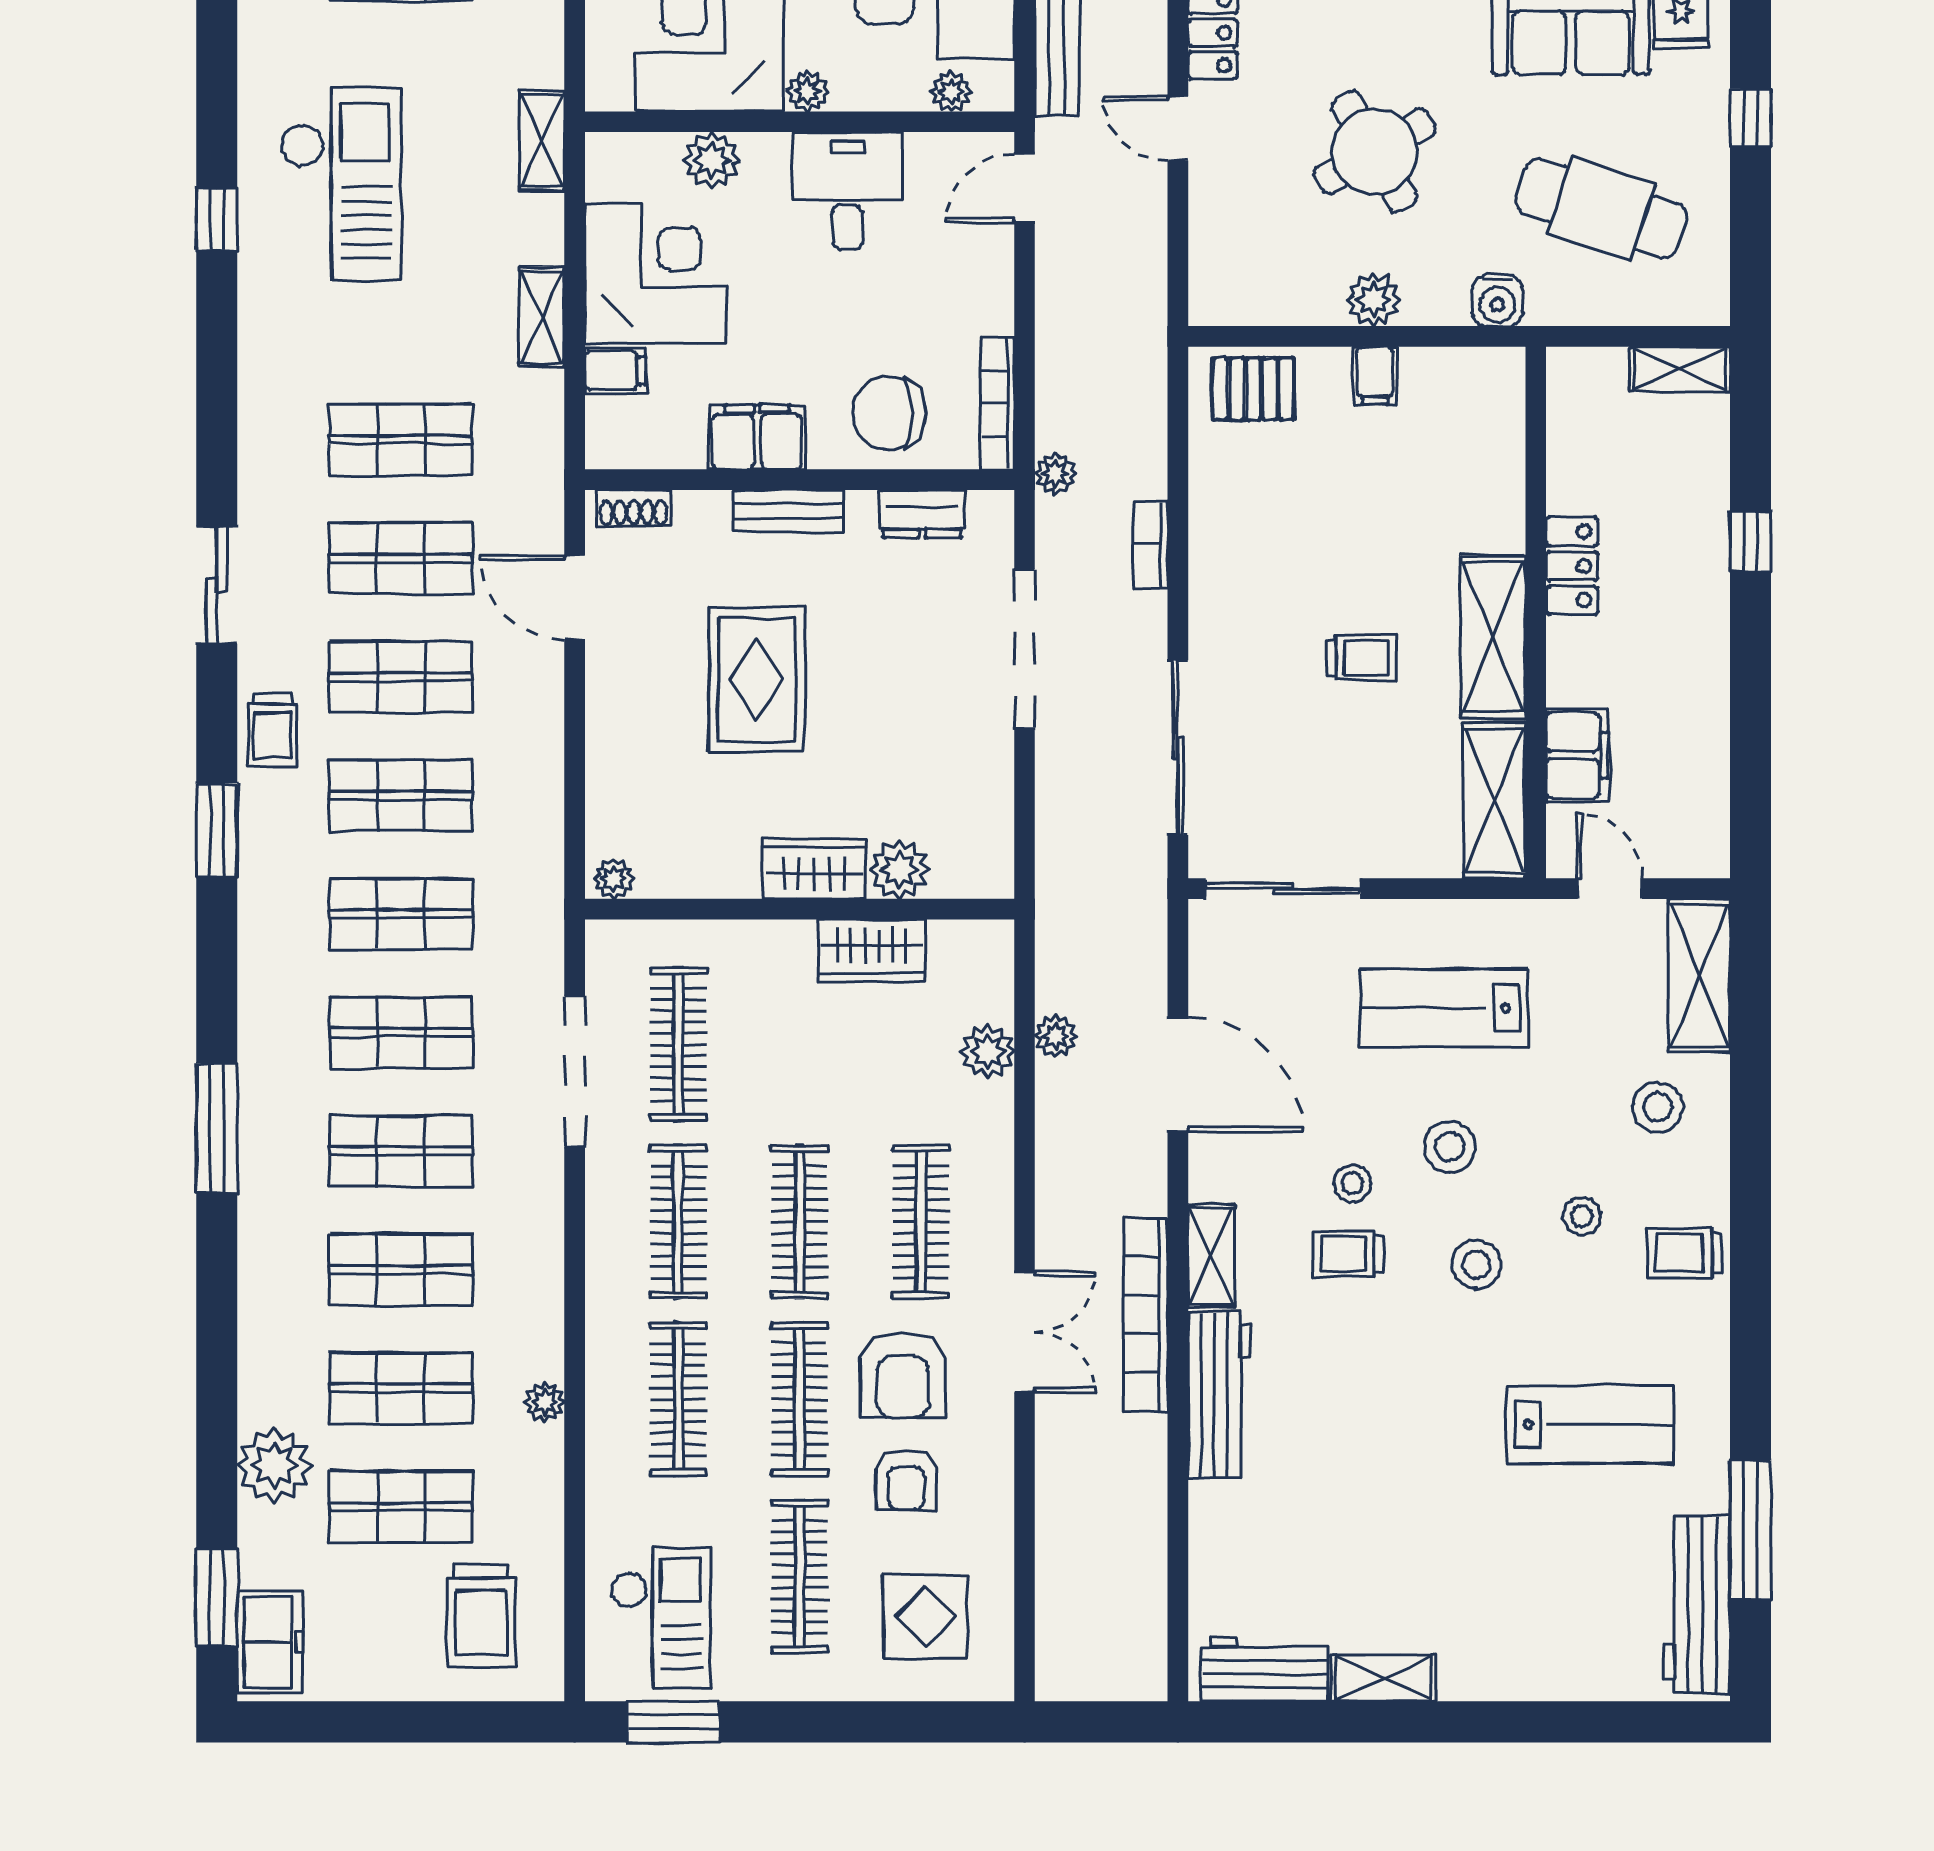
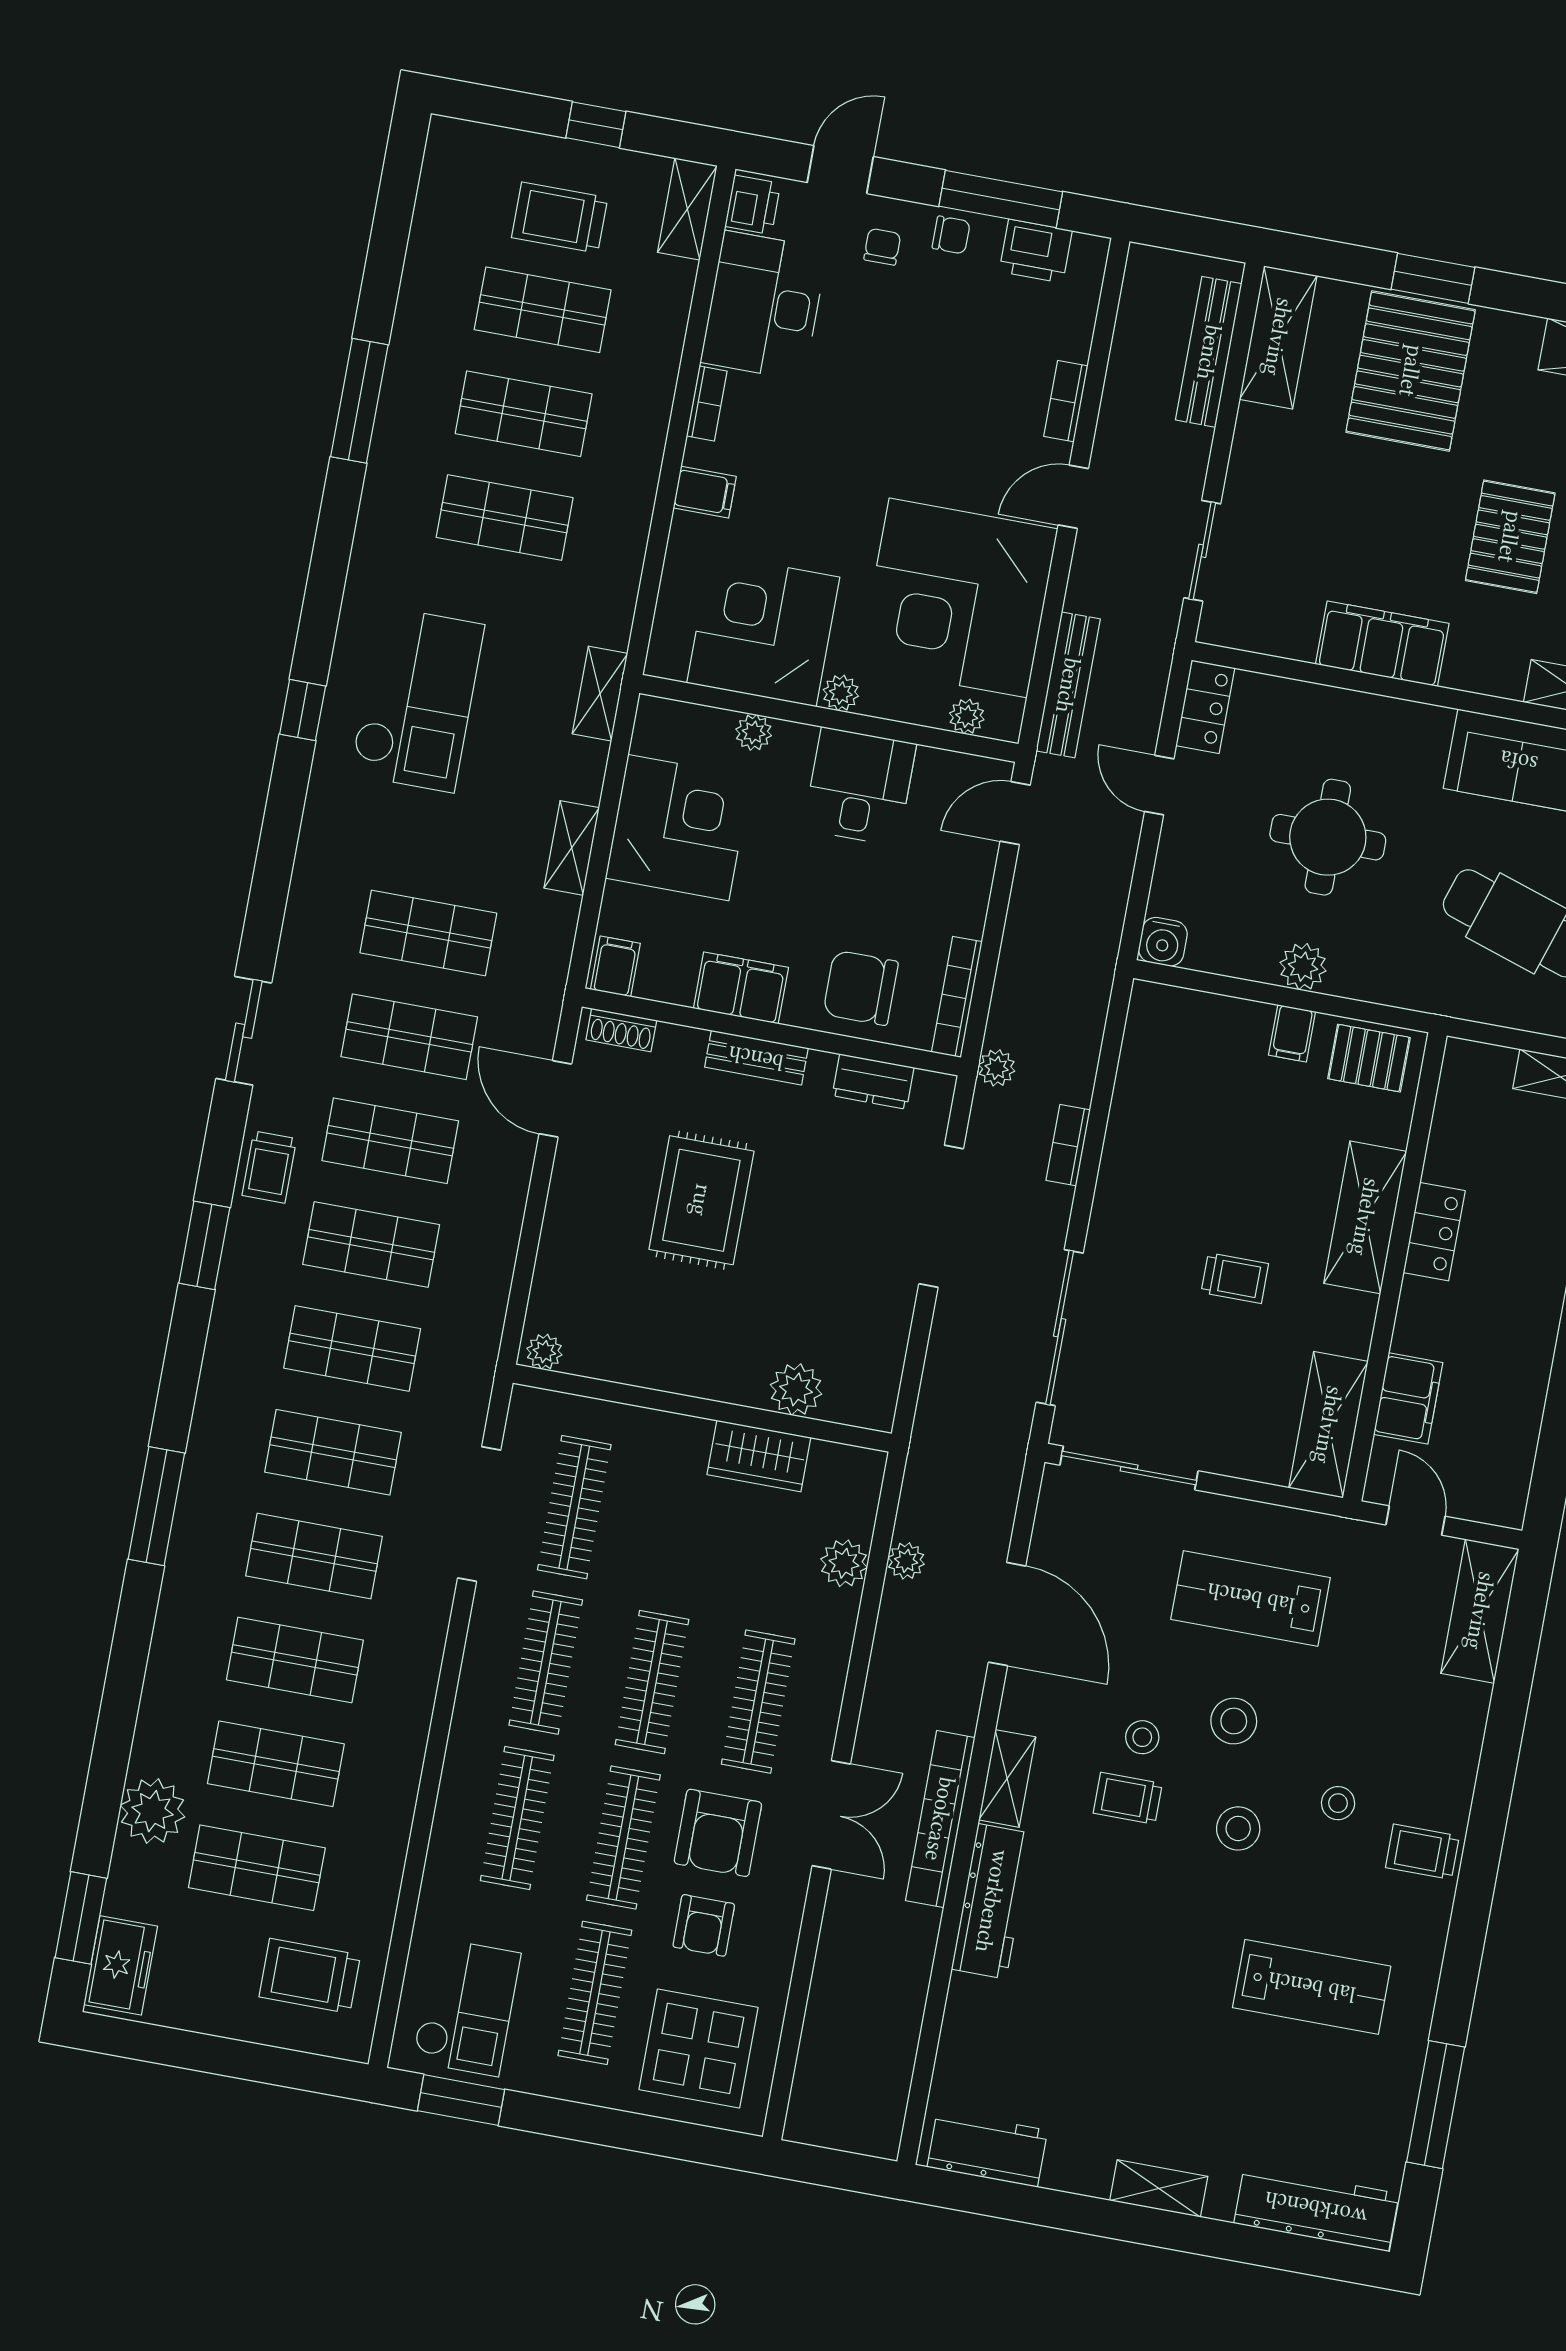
round table: (1375, 152) -> (1328, 837), turned 30
plant: (712, 160) -> (754, 732), width x0.73, depth x0.73
water cooler: (1497, 301) -> (1163, 942), moved
filing cabinet: (615, 370) -> (615, 966), moved, turned -90
pallet: (1253, 389) -> (1369, 1058), moved
shelving: (1493, 637) -> (1365, 1217), moved
wardrobe: (814, 869) -> (722, 1375), removed
stool: (1658, 1107) -> (1422, 1720), removed
plant: (545, 1402) -> (400, 1799), removed
workbench: (1697, 1605) -> (1316, 2208), moved, turned 90
trolley: (481, 1616) -> (310, 1976), turned 90
display table: (925, 1617) -> (699, 2048), width x1.36, depth x1.36
shelving: (1383, 1678) -> (1159, 2188), moved

